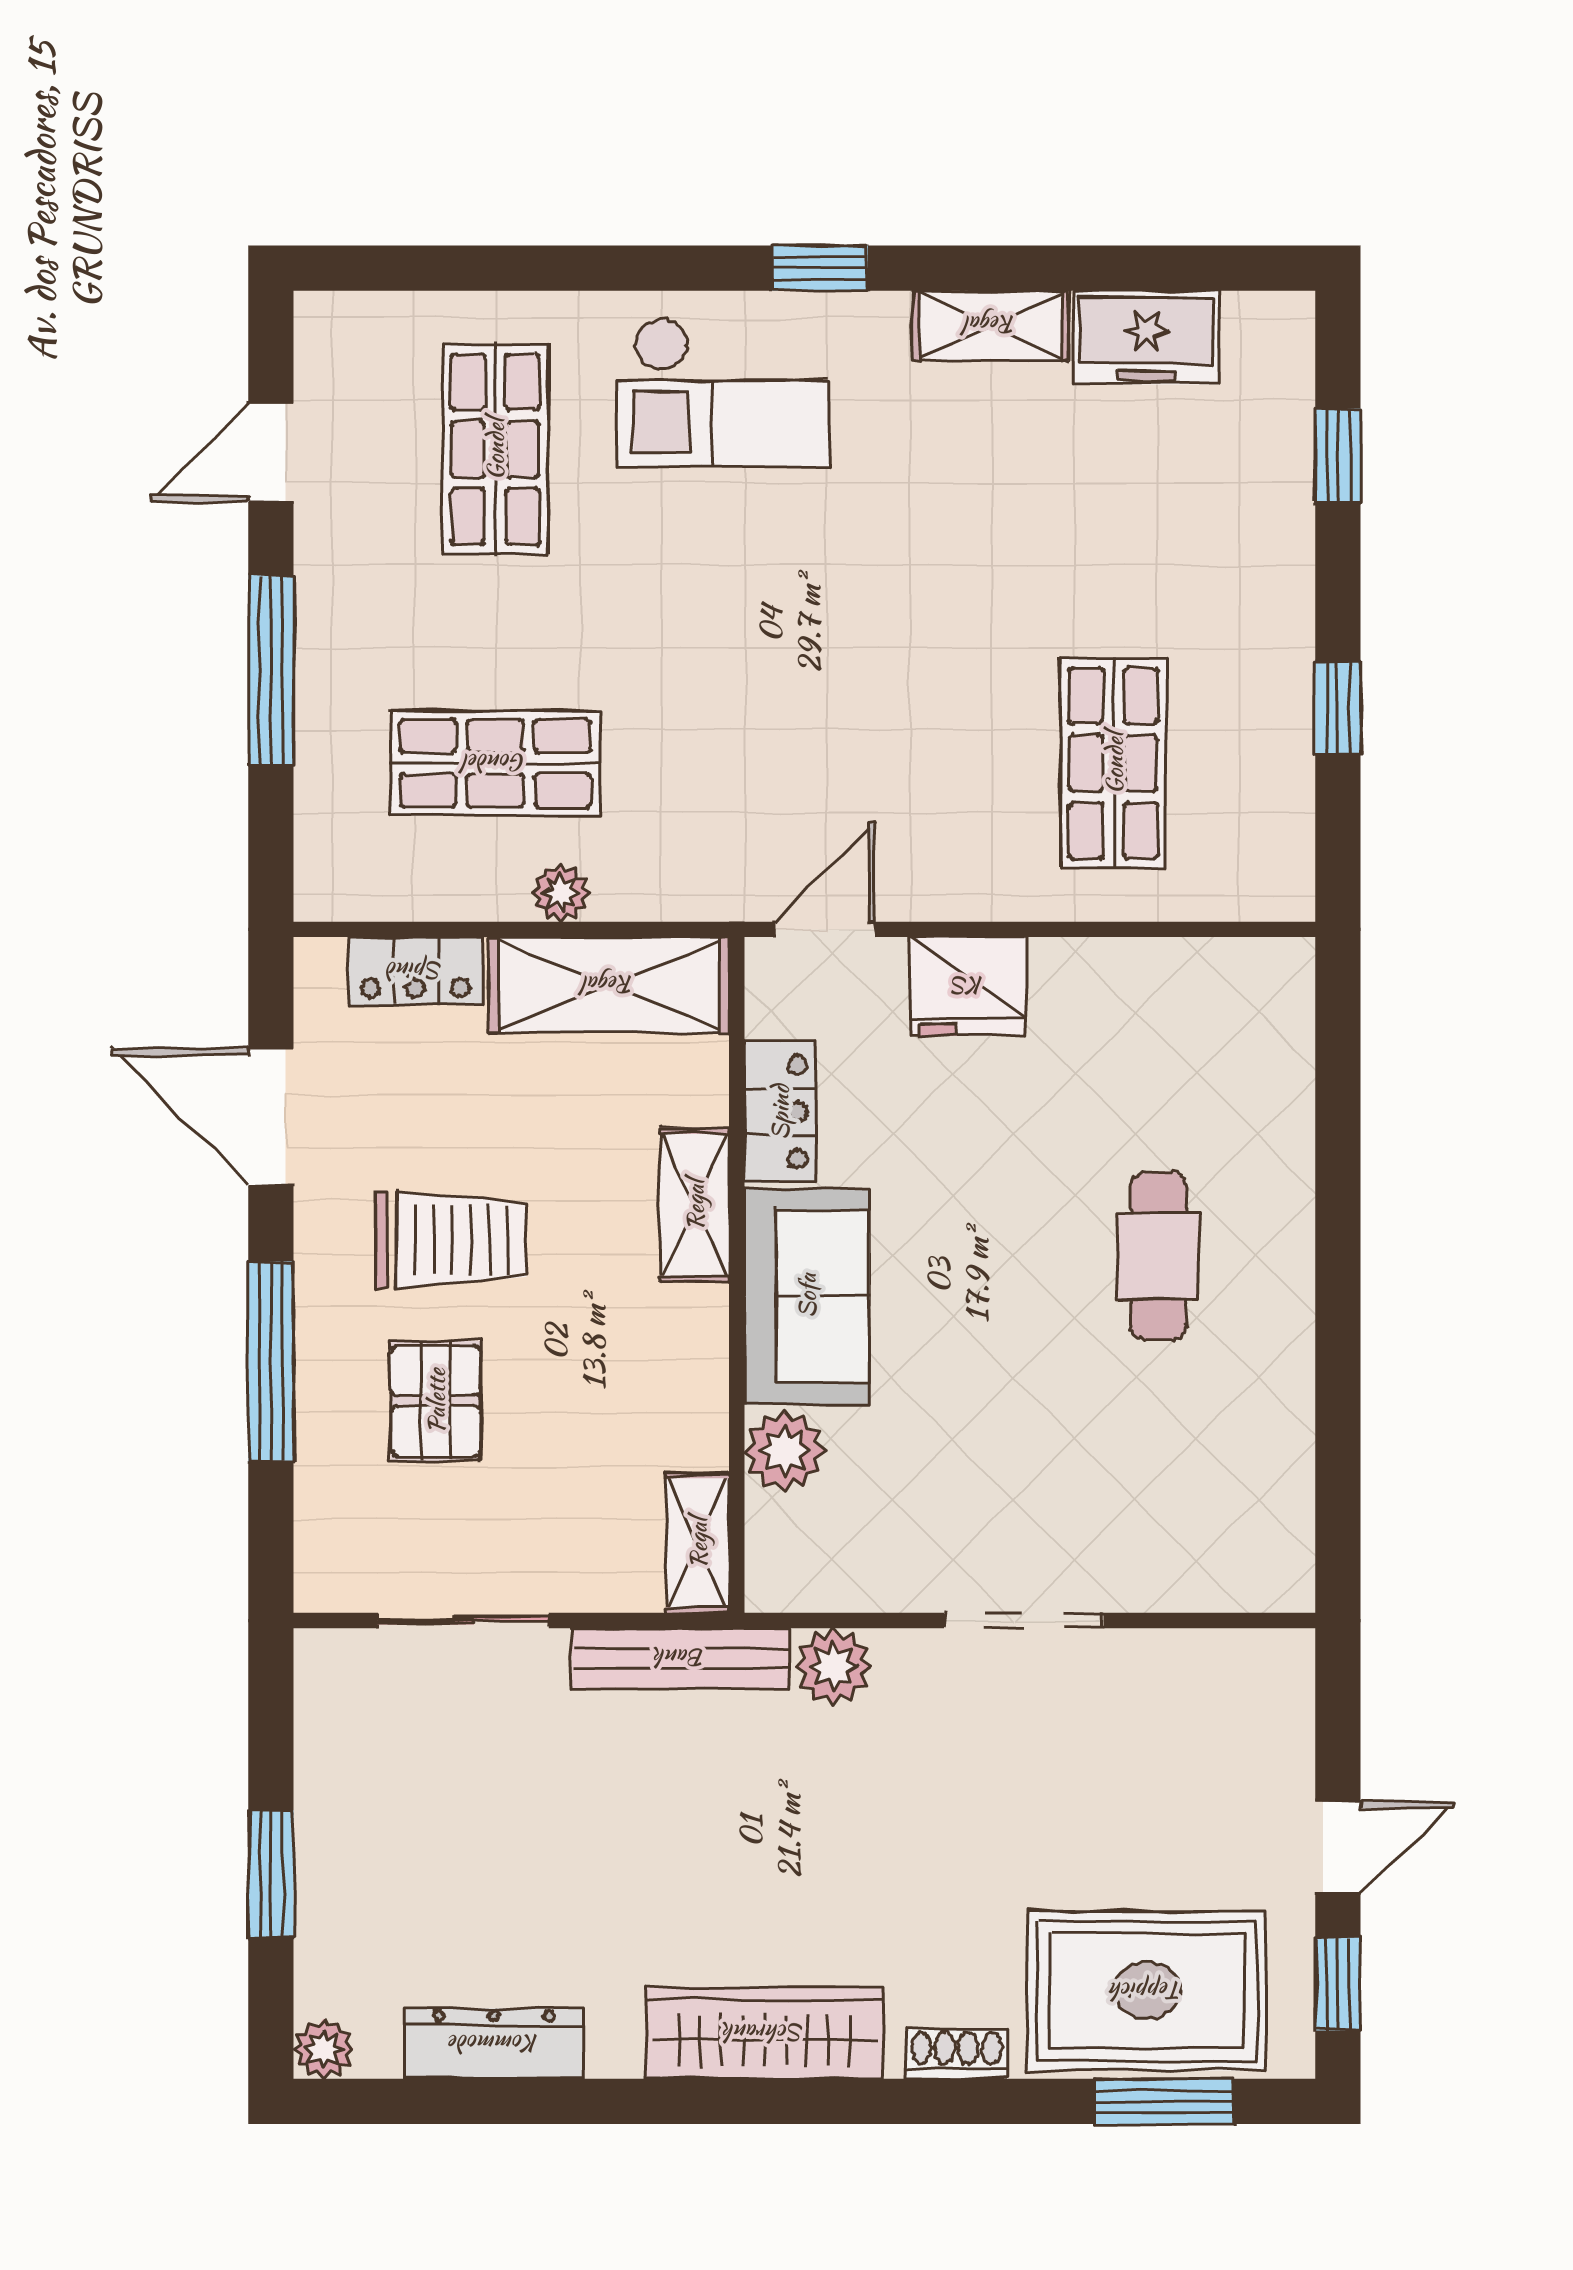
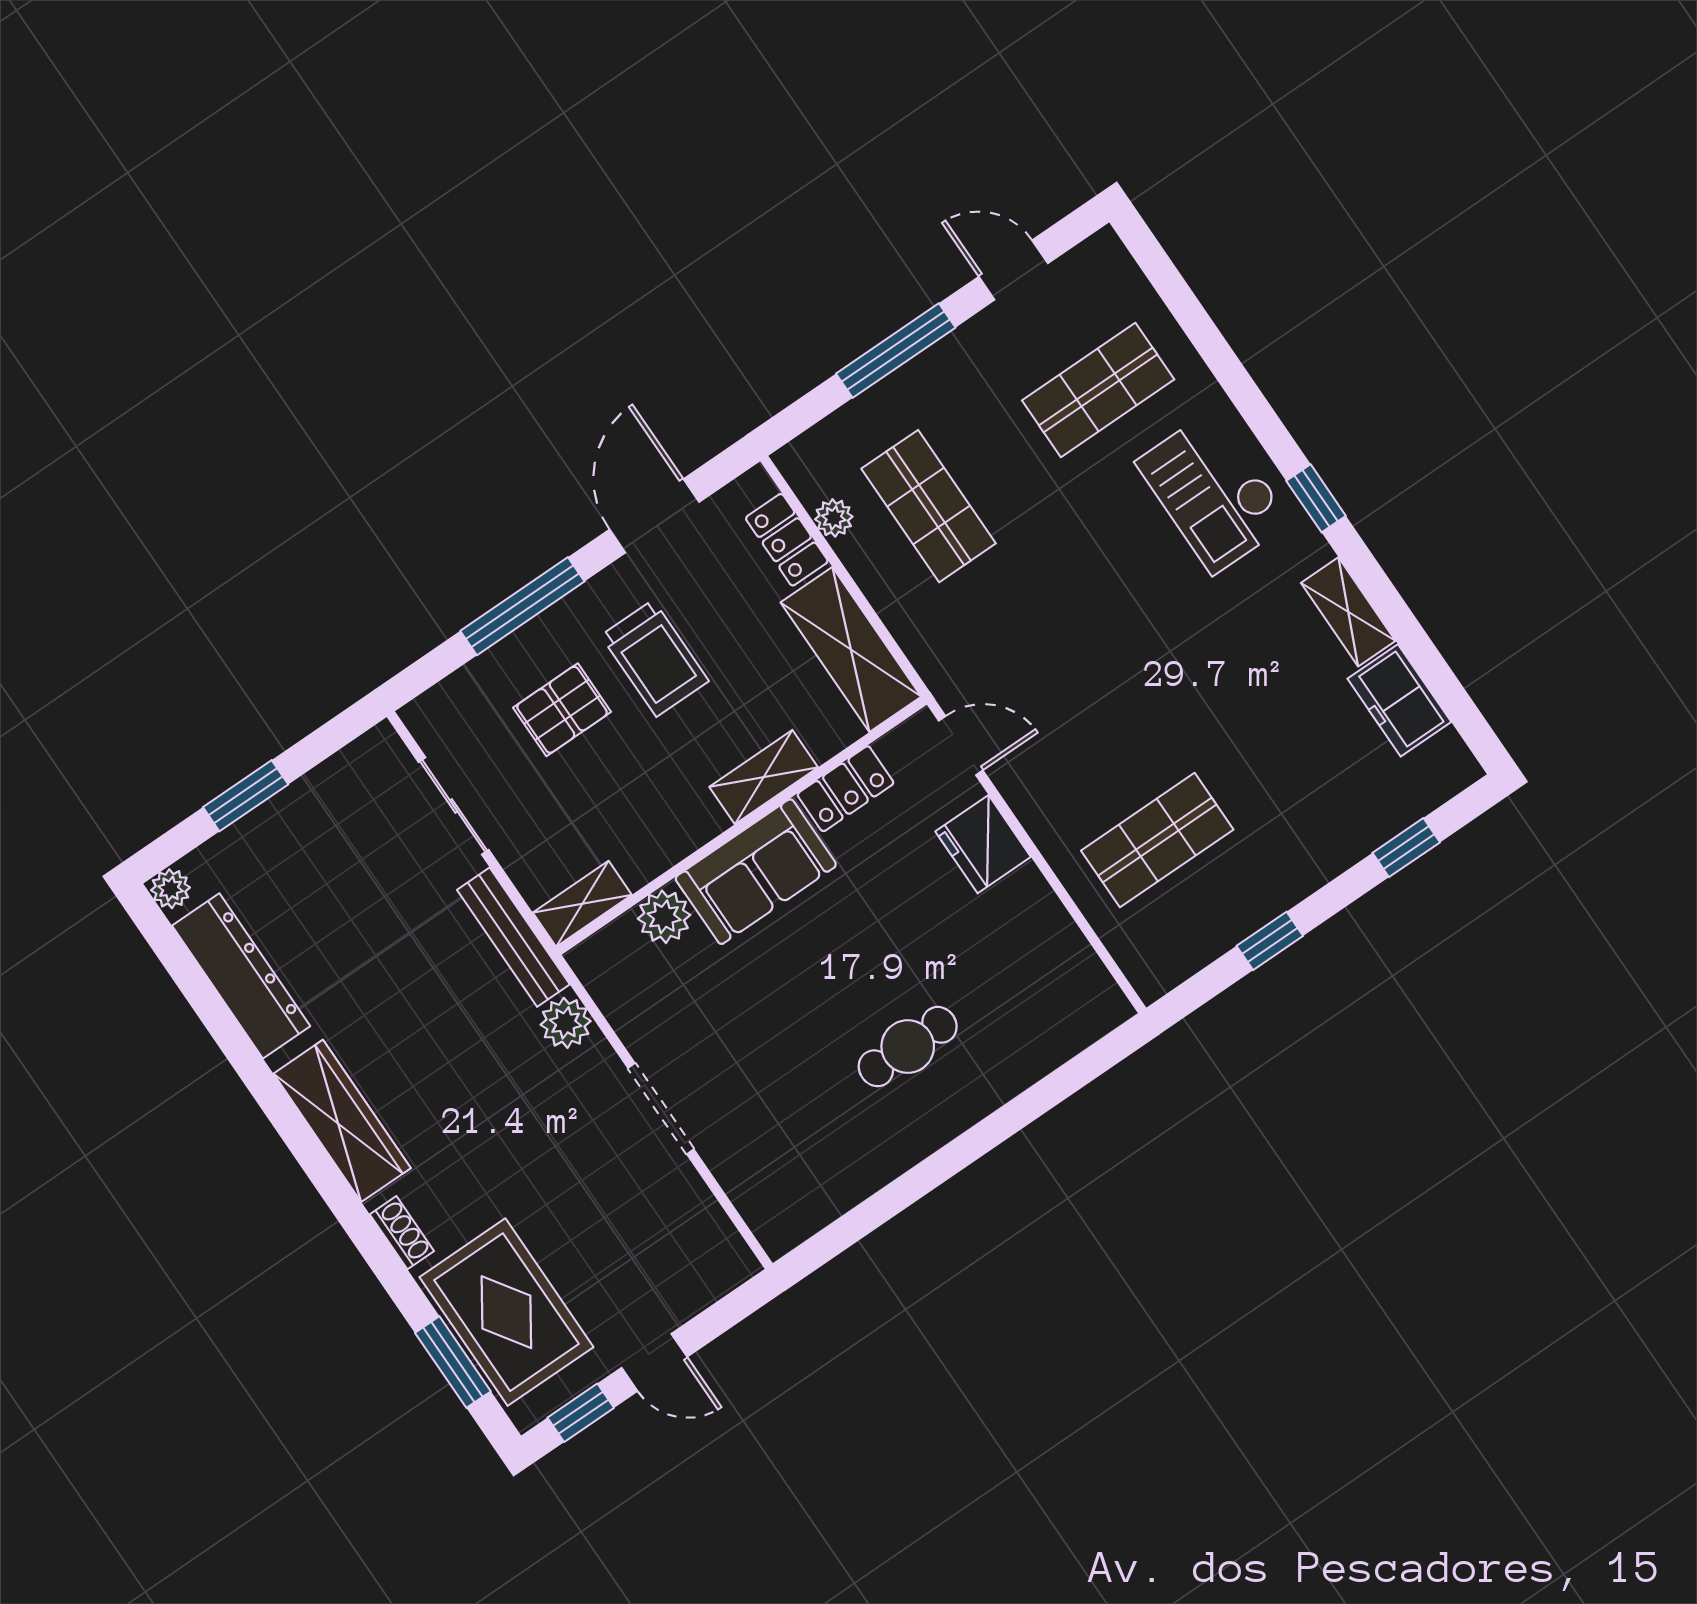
plant: (561, 893) -> (834, 518), moved
dresser: (494, 2044) -> (241, 976), width x1.37, depth x1.24

